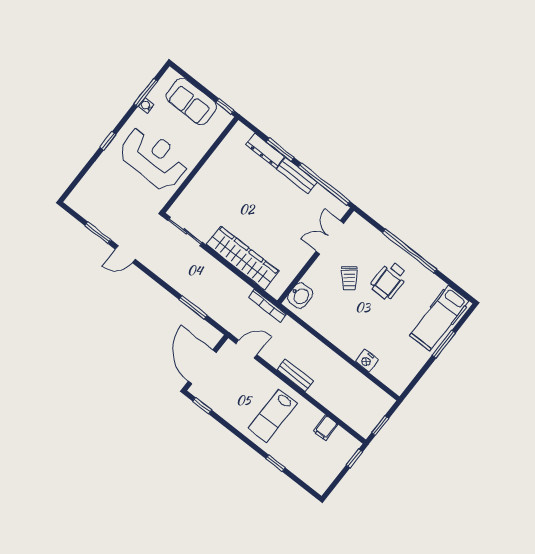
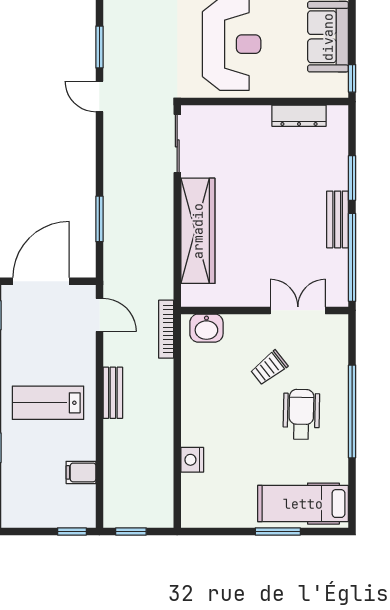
dresser: (265, 151) -> (299, 116), moved, turned -90
wheelchair: (389, 280) -> (301, 414), turned 91
bookcase: (267, 306) -> (166, 329), moved

